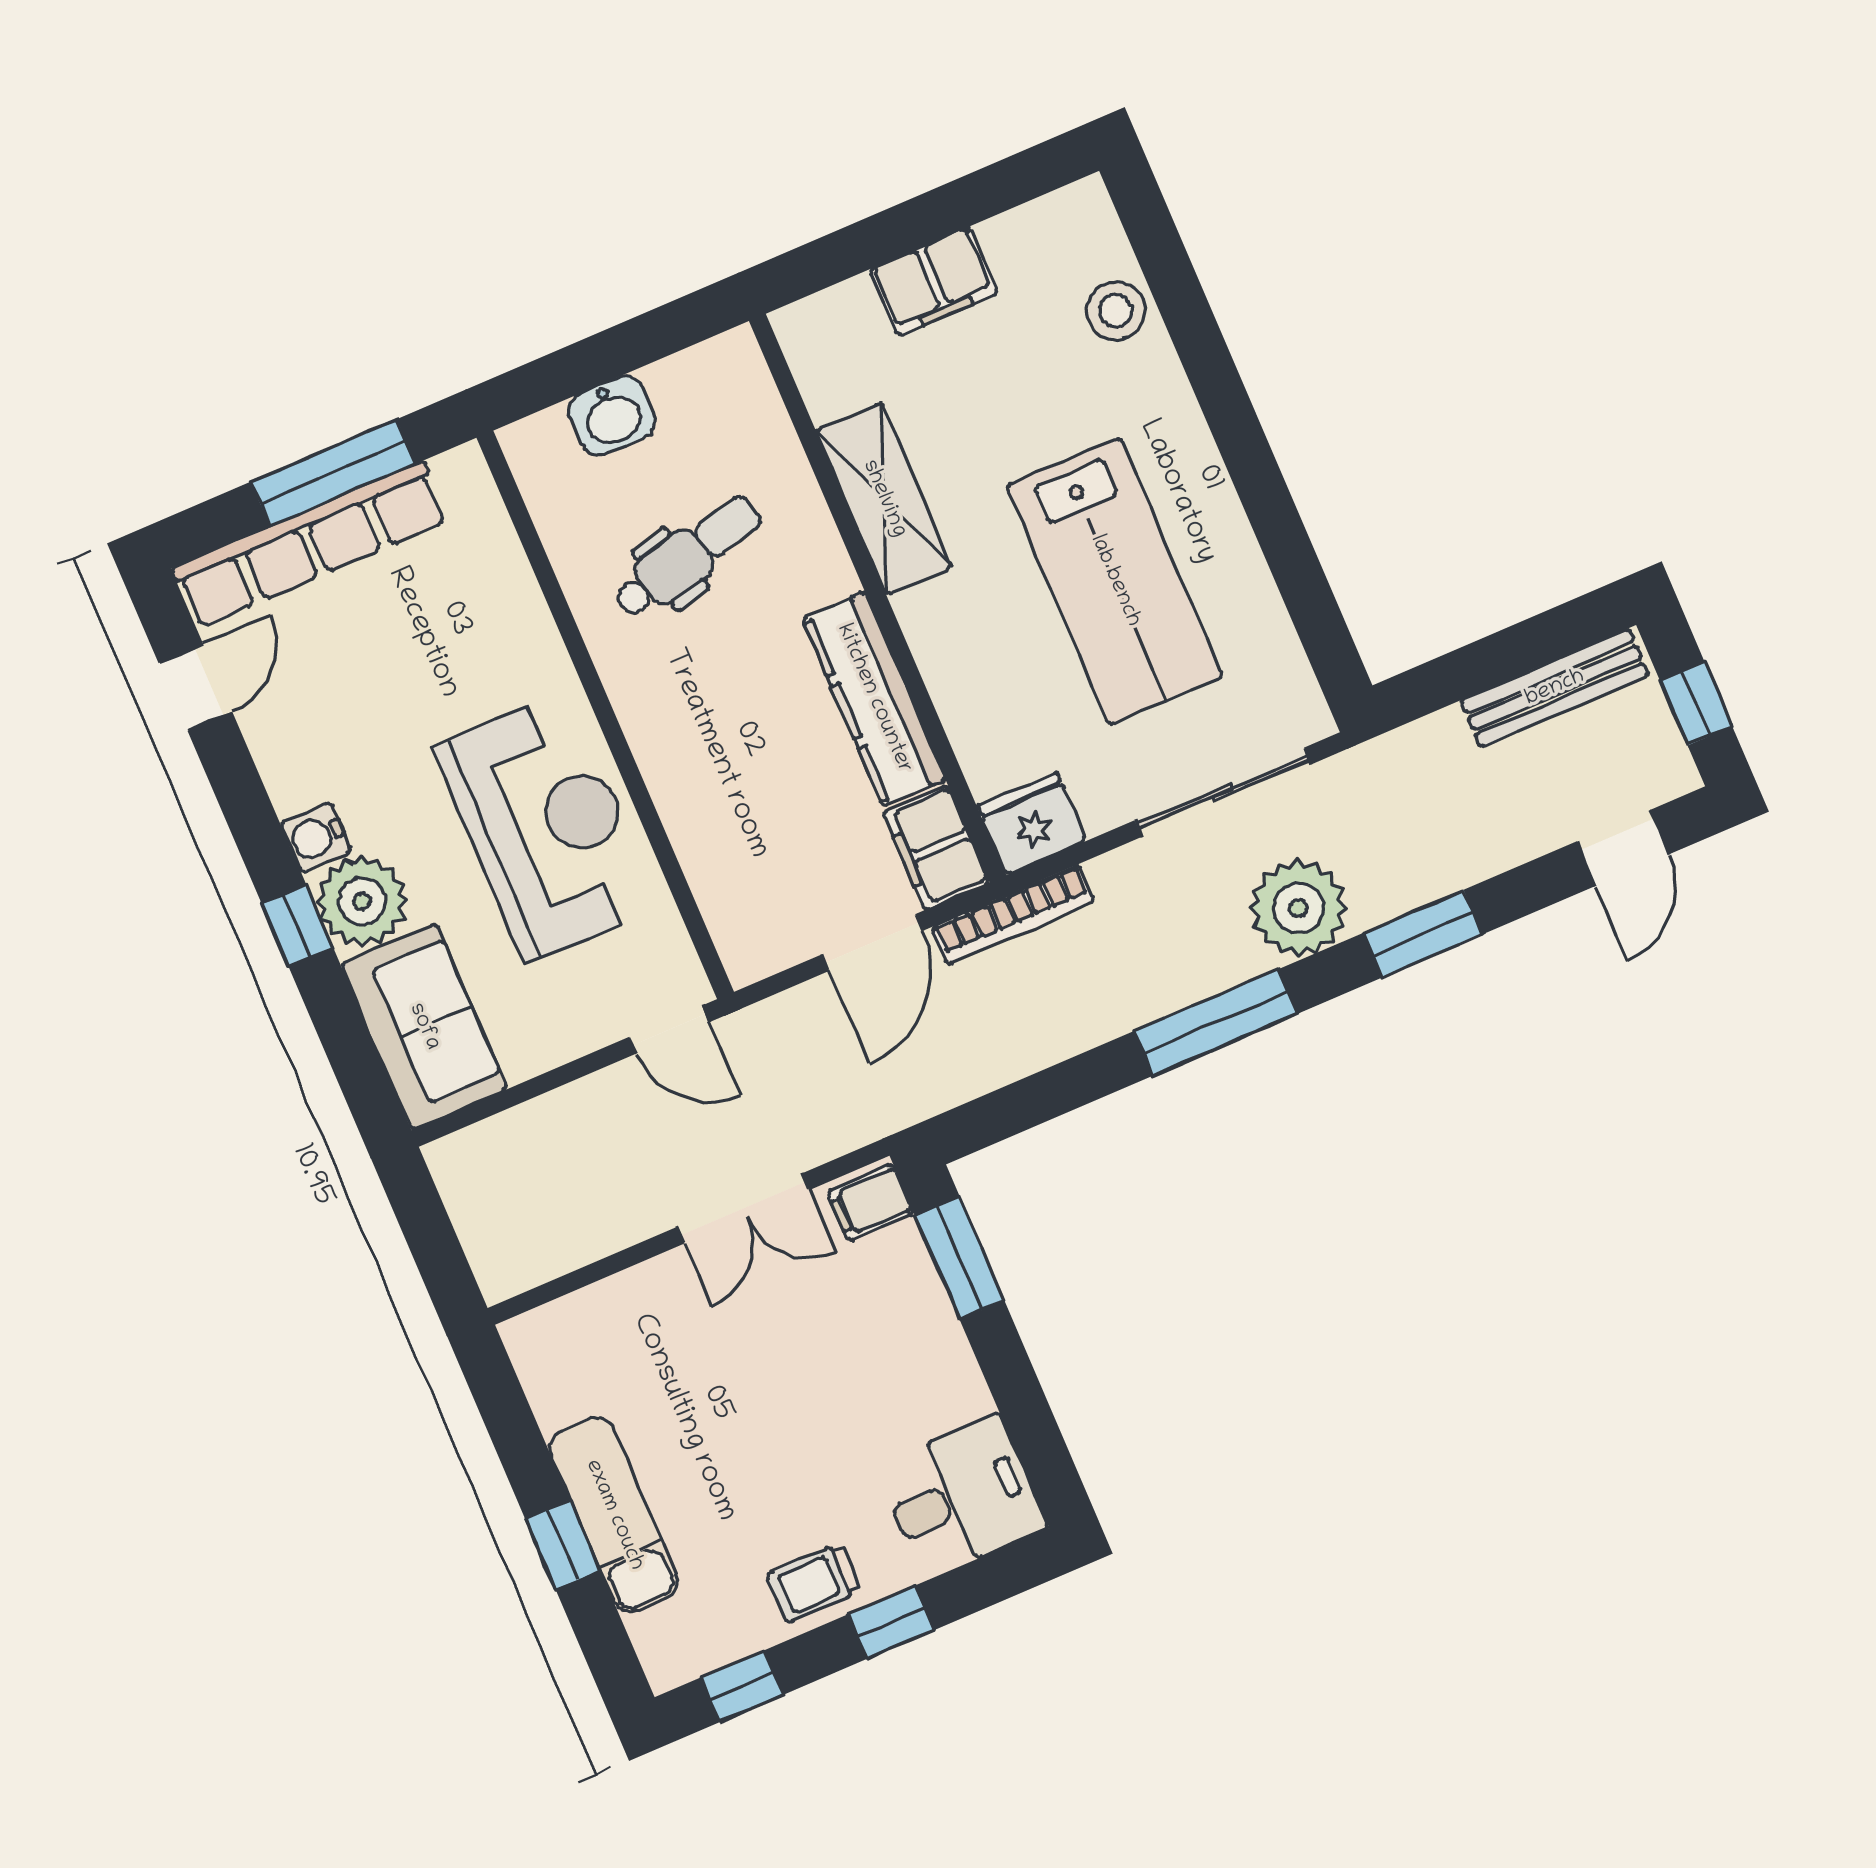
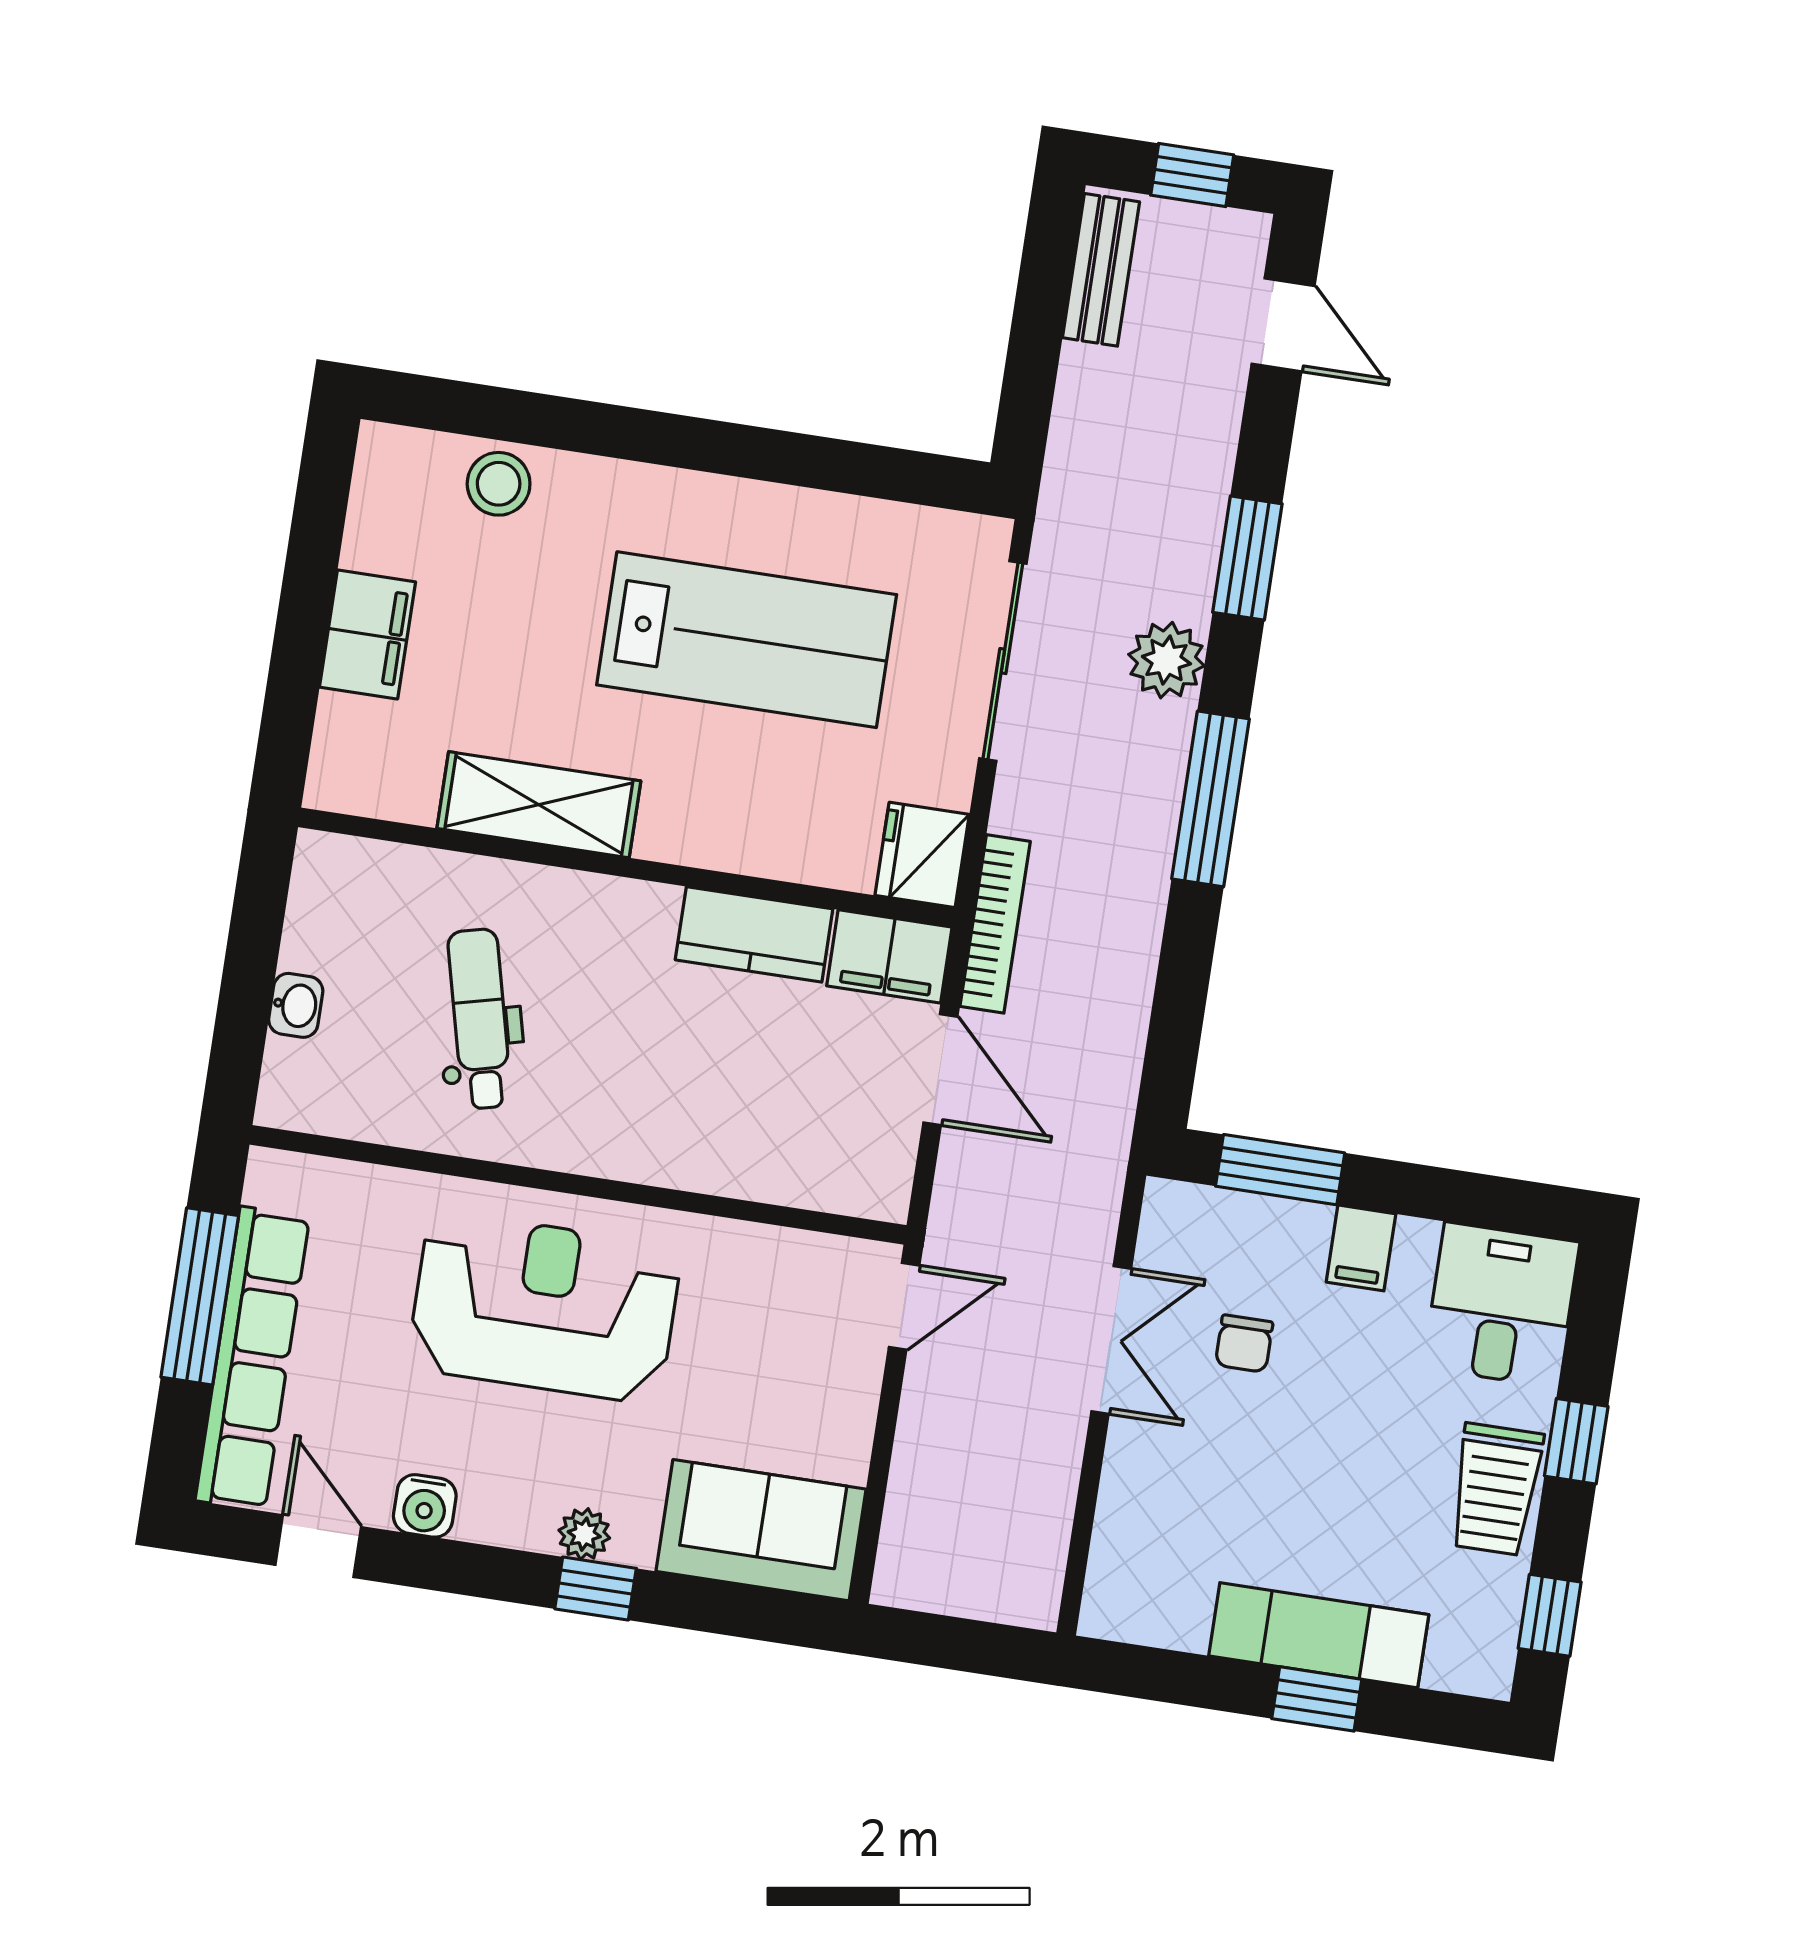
washbasin: (612, 416) -> (296, 1005), width x0.72, depth x0.69
bench: (1555, 688) -> (1101, 270), width x0.73
kitchen counter: (874, 699) -> (754, 934), width x0.67
reception desk: (547, 827) -> (544, 1307), moved
water cooler: (316, 837) -> (425, 1506), moved
plant: (362, 901) -> (584, 1534), width x0.53, depth x0.53
plant: (1298, 908) -> (1166, 660), width x0.73, depth x0.73
filing cabinet: (871, 1203) -> (1361, 1248), moved
chair: (806, 1314) -> (1244, 1344), added
trolley: (814, 1583) -> (1496, 1489), width x1.36, depth x1.39

